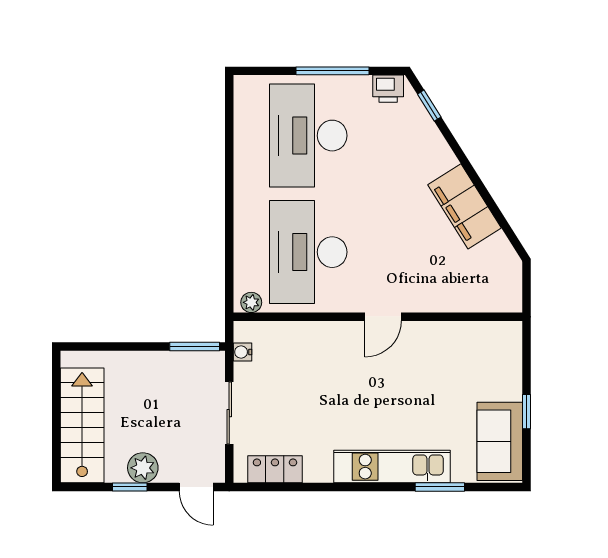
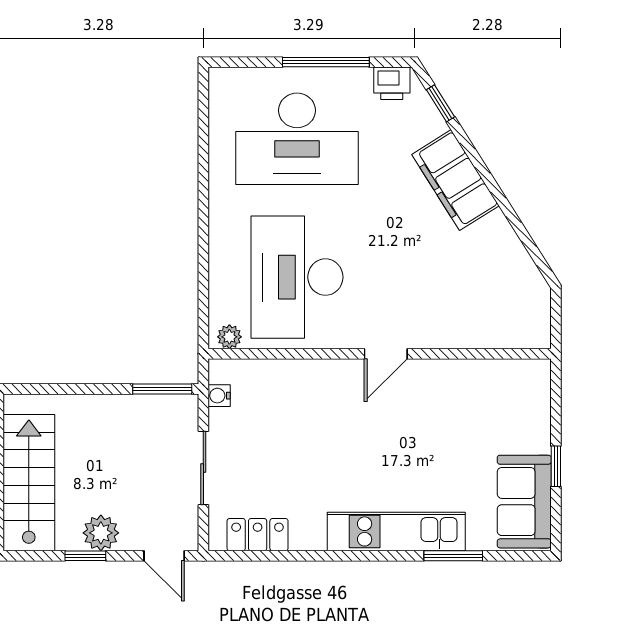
desk: (308, 136) -> (297, 139), turned -90
filing cabinet: (464, 206) -> (455, 180), moved

